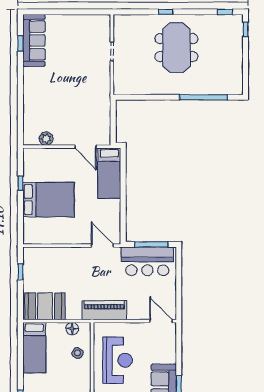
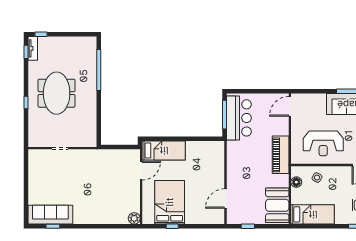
tv unit: (229, 20) -> (33, 48), added
meeting table: (176, 48) -> (57, 93), turned 90
plant: (46, 139) -> (134, 218), moved
bed: (49, 200) -> (170, 202), moved
door: (102, 246) -> (225, 198), moved
reception desk: (117, 360) -> (323, 143), turned 180

